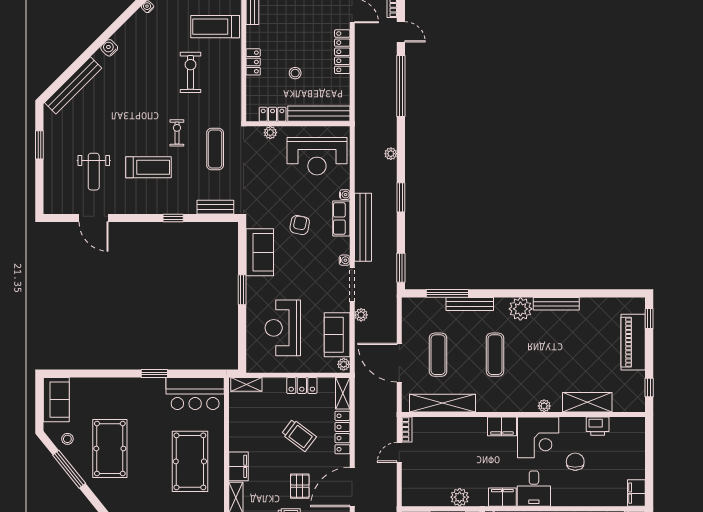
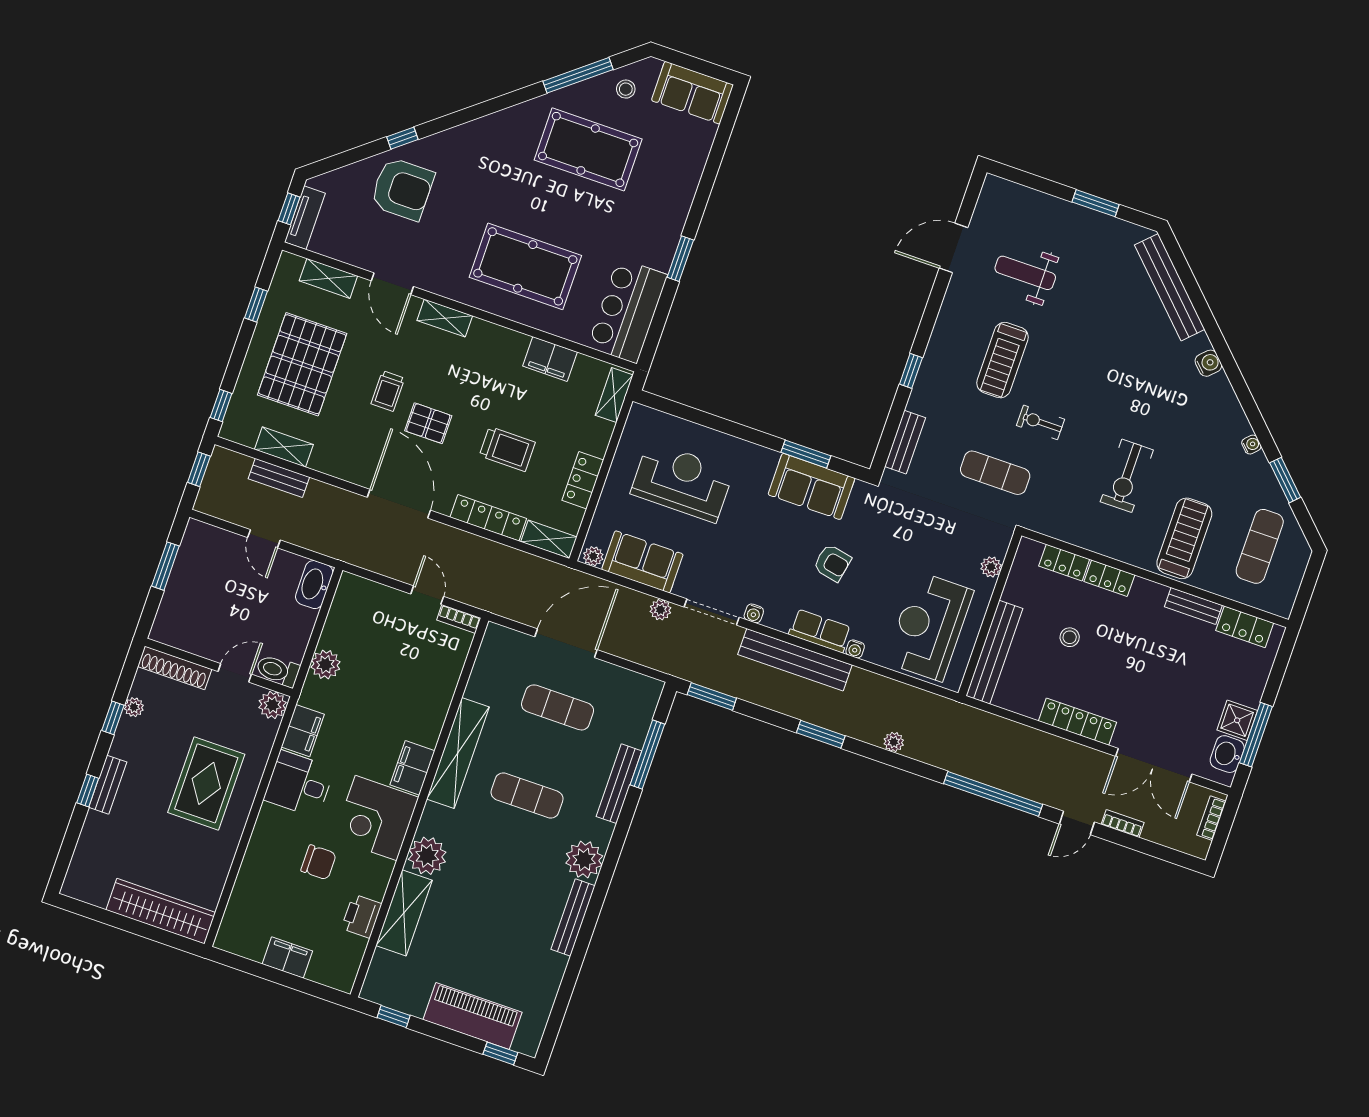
exercise bike: (191, 72) -> (1127, 476), turned 90
locker: (273, 114) -> (1064, 563), moved, turned 90
exercise bike: (177, 133) -> (1040, 422), turned 180
window: (242, 290) -> (806, 454), moved
shelving: (443, 403) -> (458, 753), moved
plant: (544, 406) -> (427, 856), width x1.87, depth x1.87
trolley: (299, 435) -> (507, 449), turned -127
filing cabinet: (238, 466) -> (550, 359), moved
filing cabinet: (636, 493) -> (287, 958), moved

